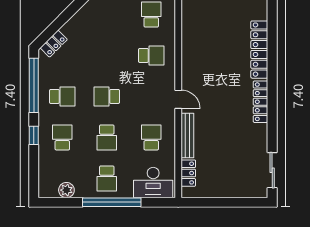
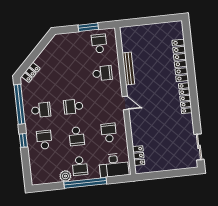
bench: (187, 136) -> (128, 68), moved
plant: (66, 190) -> (65, 176), moved

